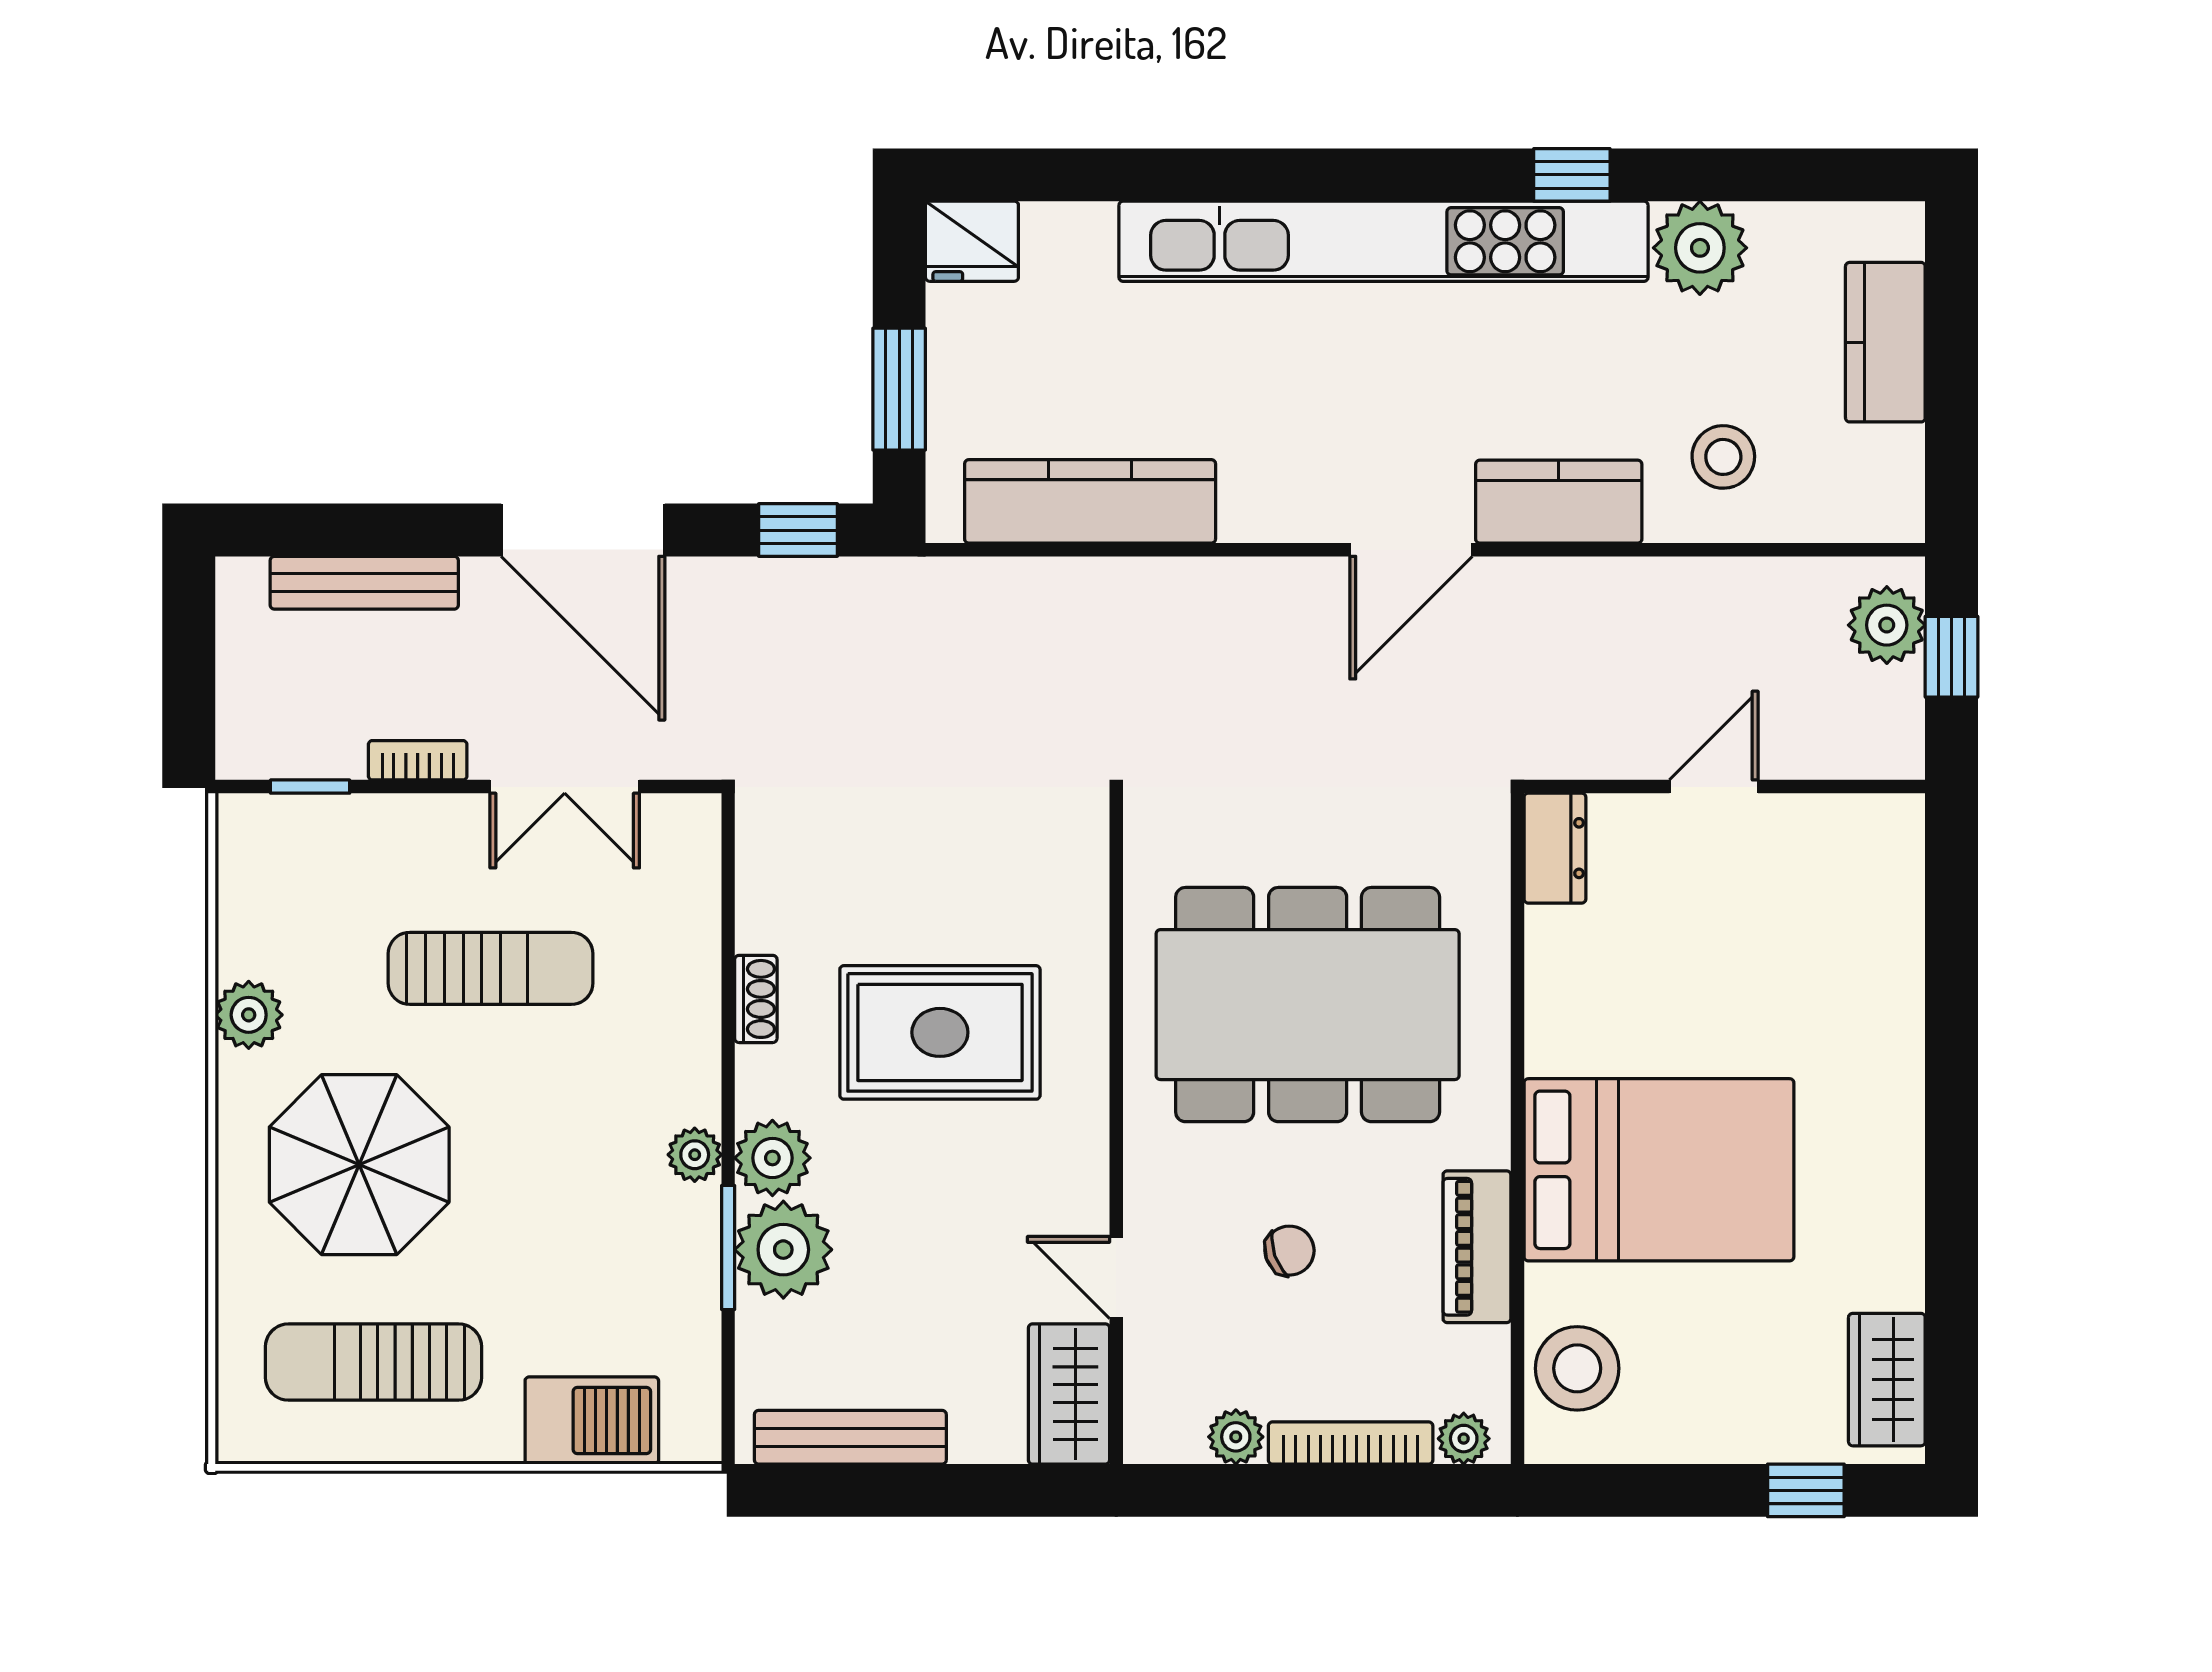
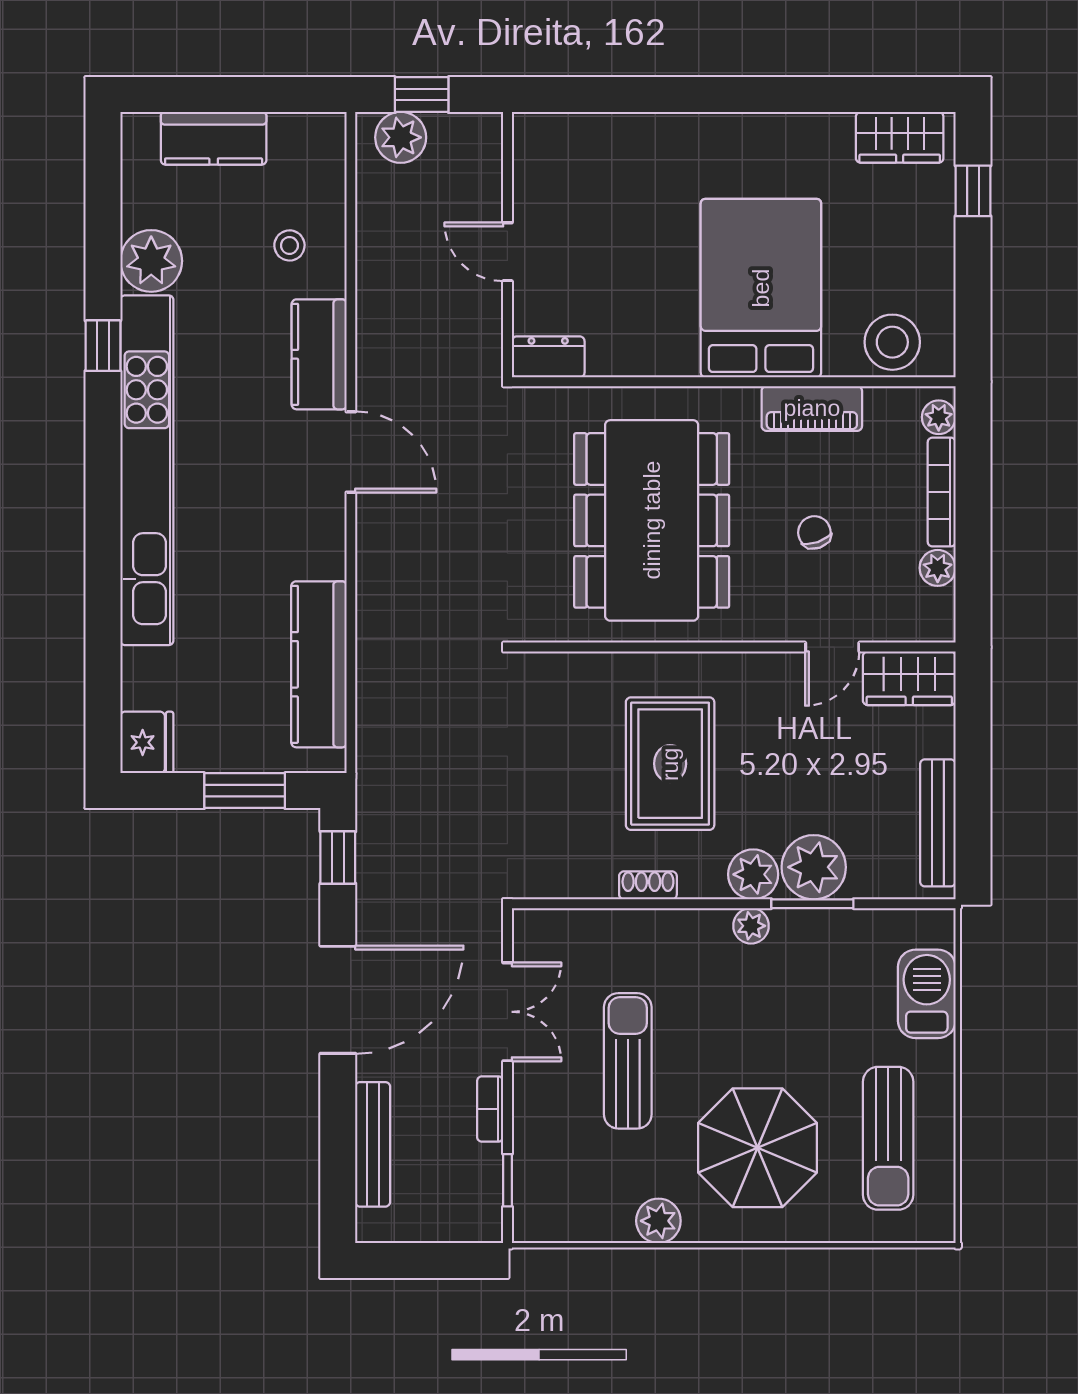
stool: (1723, 457) -> (289, 245), width x0.73, depth x0.73

